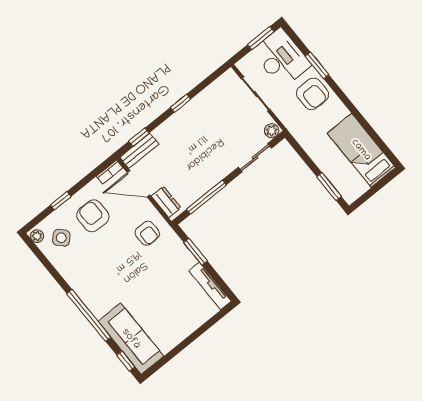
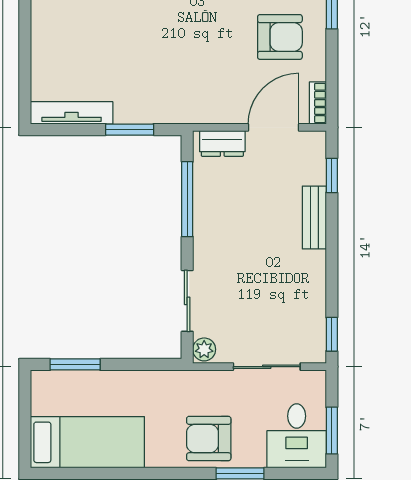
desk: (281, 58) -> (297, 436), width x0.73
window: (181, 103) -> (332, 334), moved
bench: (139, 151) -> (314, 217), moved
armchair: (147, 233) -> (202, 88), removed

